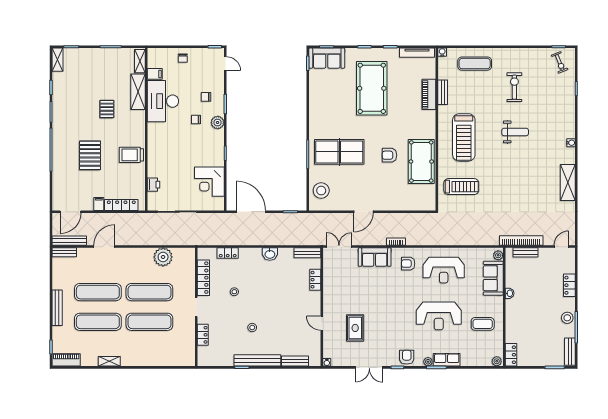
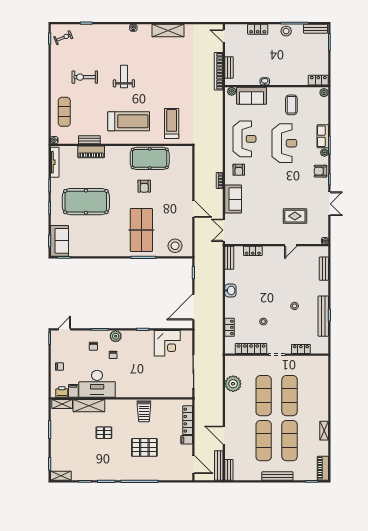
printer: (154, 185) -> (62, 392), moved
bench: (257, 360) -> (323, 316), moved

